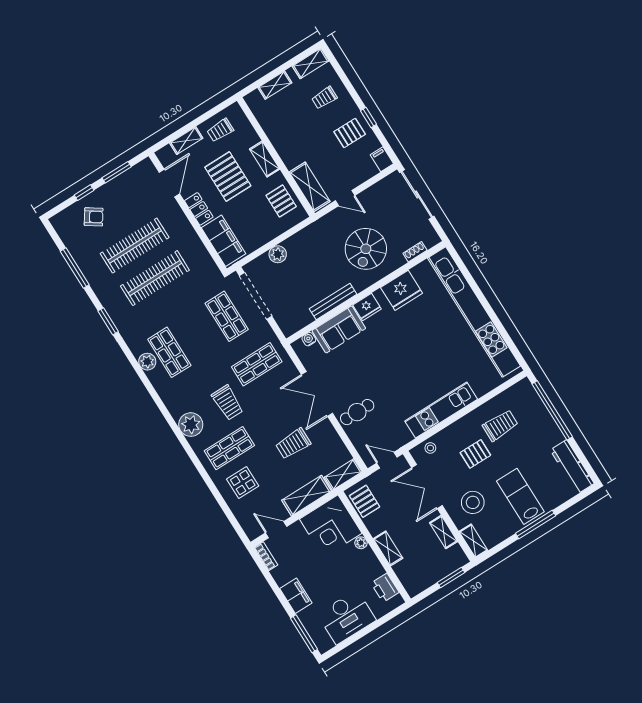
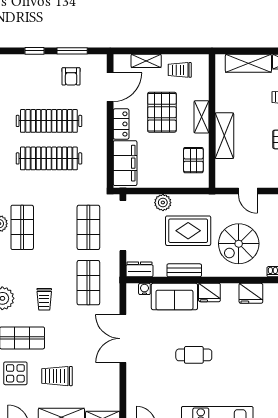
shelving: (275, 85) -> (248, 63), width x1.50, depth x1.33
shelving: (310, 187) -> (224, 136), moved
armchair: (94, 217) -> (71, 76), moved, turned 56
rug: (315, 265) -> (188, 231), added
fridge: (402, 290) -> (251, 293), width x0.73, depth x0.75
bench: (333, 301) -> (184, 270), width x0.73
dresser: (294, 325) -> (139, 269), added
shop shelf: (257, 364) -> (88, 283), turned 90
trolley: (227, 403) -> (44, 299), width x0.73, depth x0.72
cafe table: (357, 412) -> (194, 355), moved
trolley: (293, 444) -> (57, 376), moved

